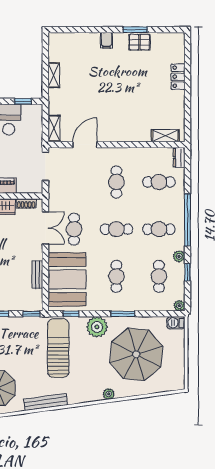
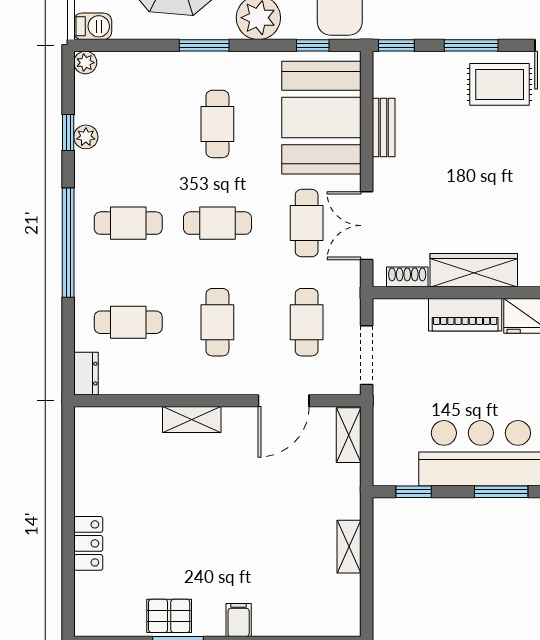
shelving: (165, 136) -> (192, 420), moved
plant: (179, 256) -> (86, 137), moved
cafe table: (159, 276) -> (307, 322), moved

